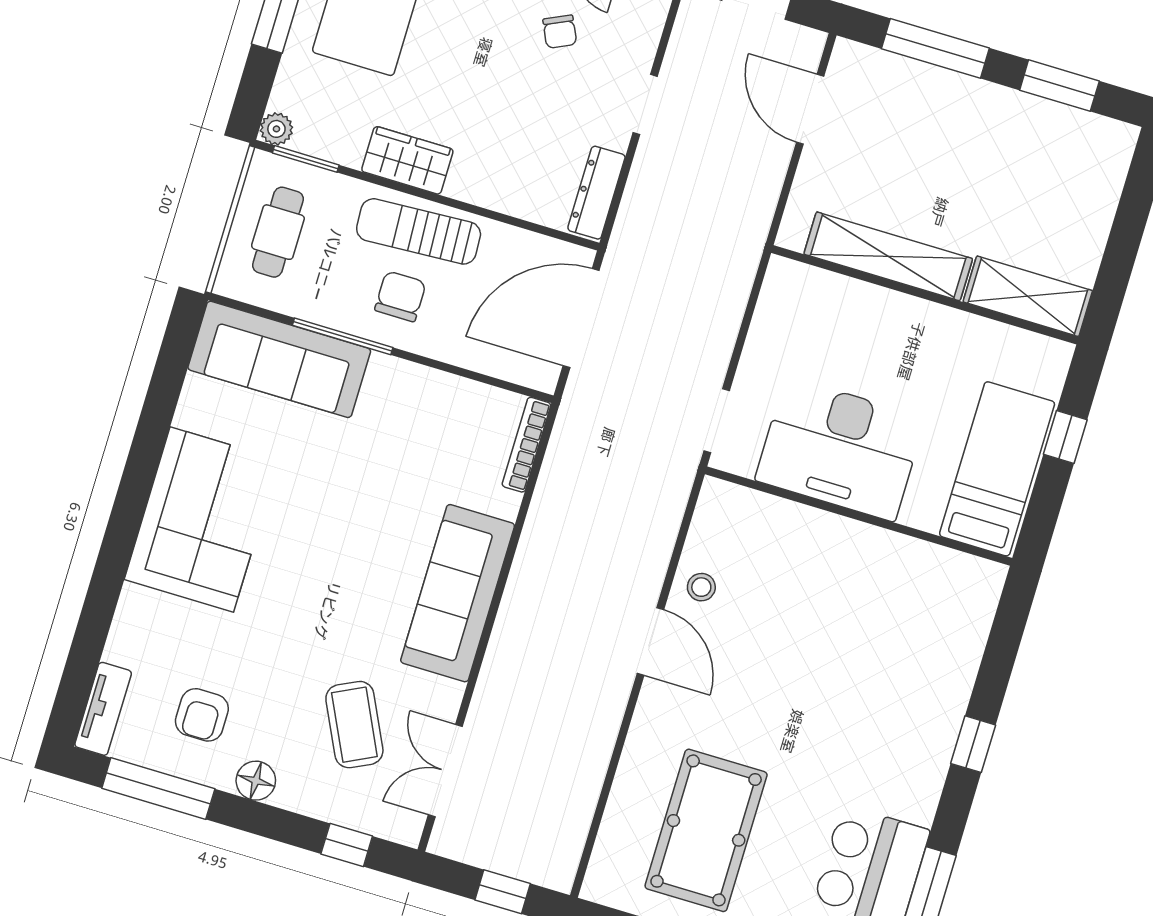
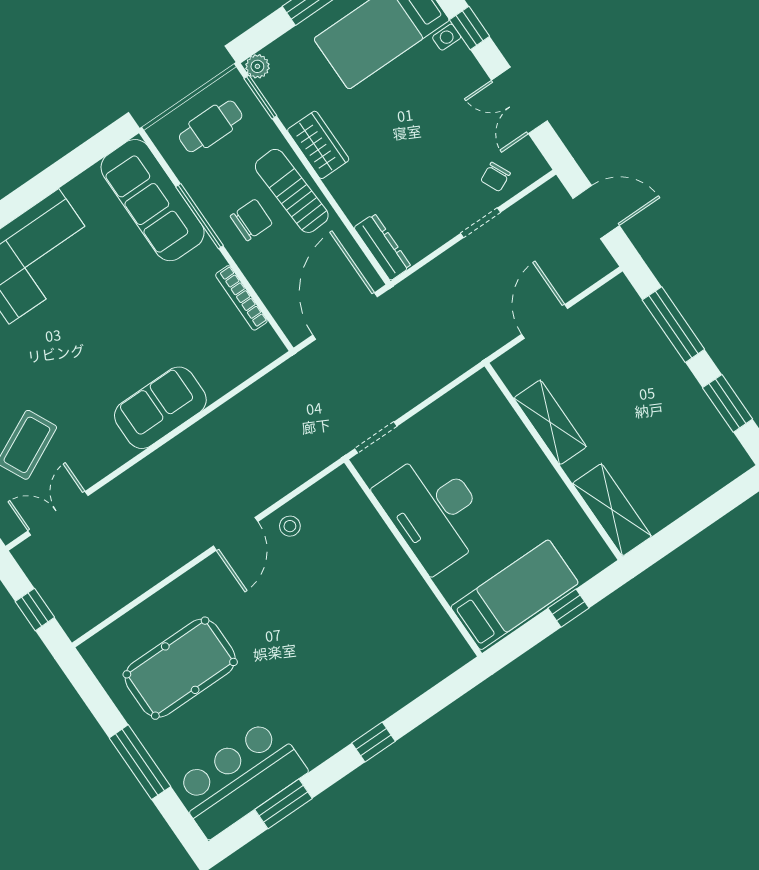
chair: (560, 32) -> (496, 177), moved
door: (810, 109) -> (545, 321), moved
dresser: (596, 193) -> (382, 247), moved, turned 90
shelving: (888, 256) -> (550, 422), width x0.68
door: (581, 318) -> (345, 316), hinge flipped
bookcase: (526, 445) -> (241, 298), moved, turned -90
sofa: (458, 593) -> (160, 408), width x0.73

